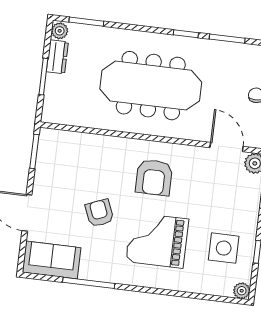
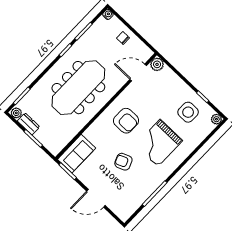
sofa: (52, 260) -> (77, 154), moved, turned 180

